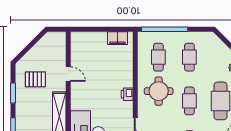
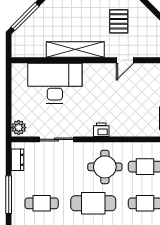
cafe table: (189, 101) -> (93, 203), width x1.37, depth x1.35

